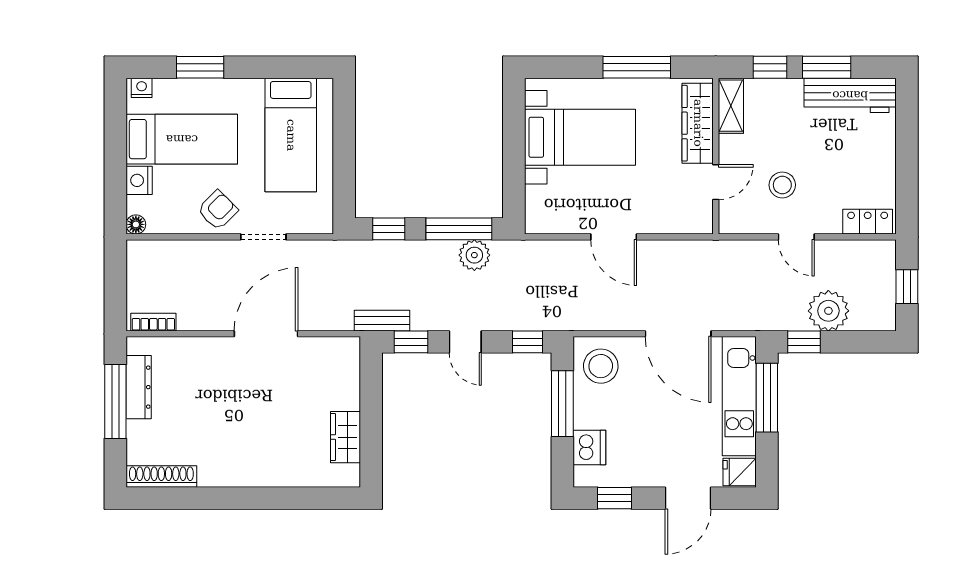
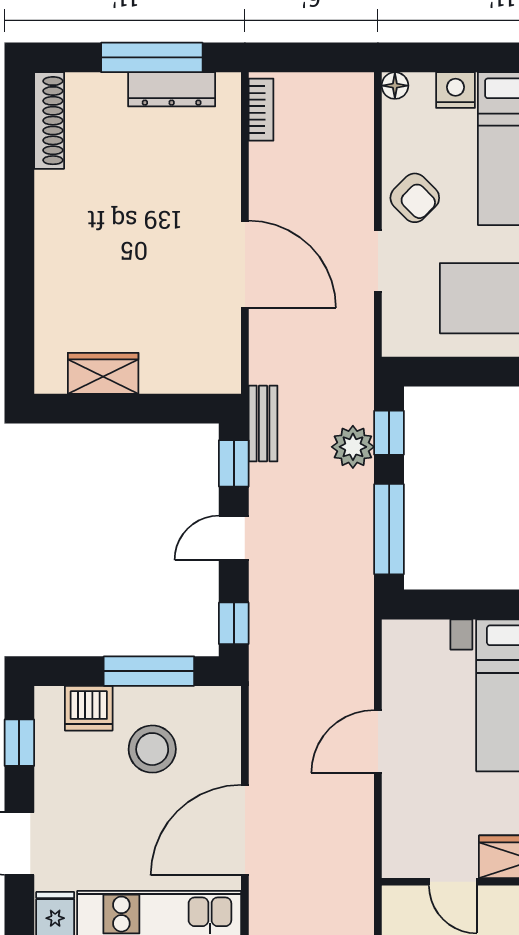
plant: (474, 255) -> (353, 447), moved
stool: (601, 366) -> (152, 749), moved

